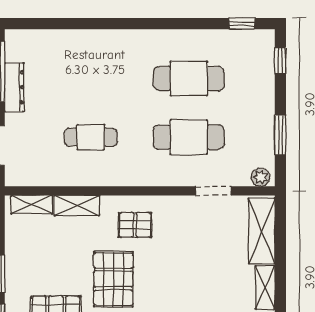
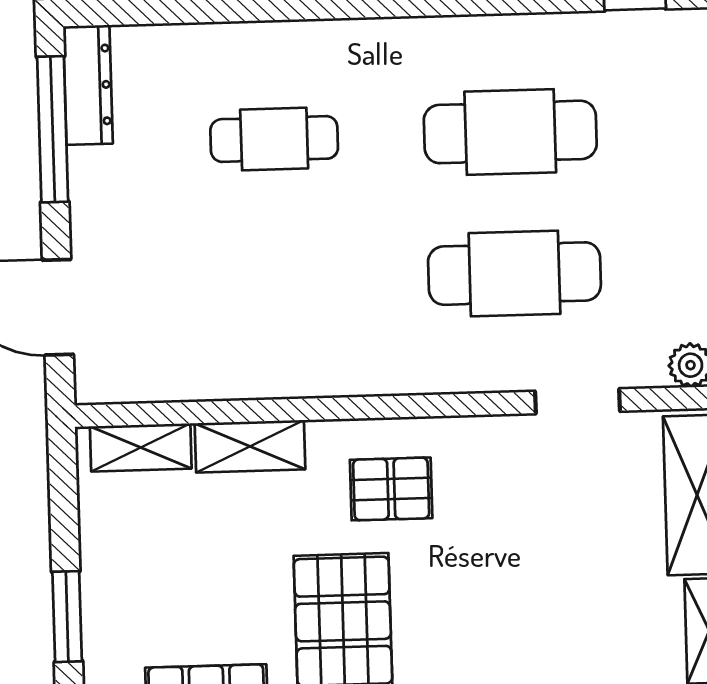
dresser: (14, 87) -> (88, 85), moved
cafe table: (91, 137) -> (274, 139), moved

